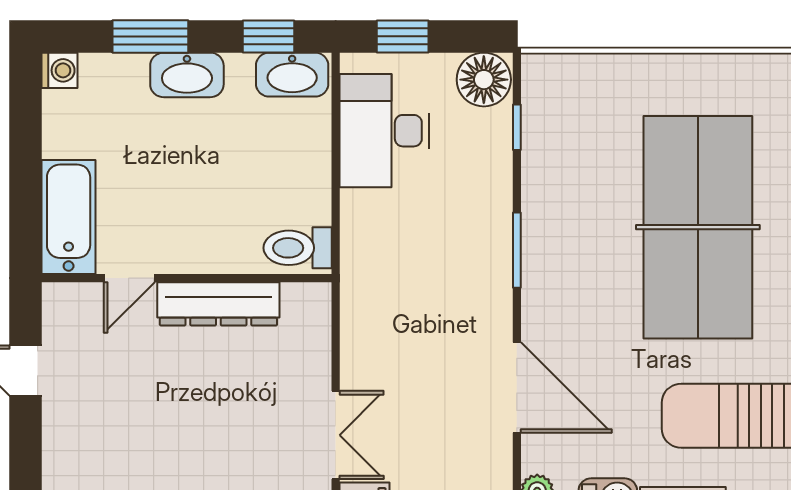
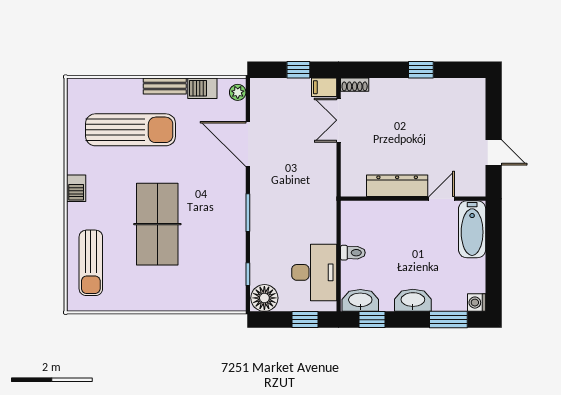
window: (150, 36) -> (448, 320), moved
table tennis table: (698, 227) -> (157, 224), width x0.73, depth x0.76
toilet: (298, 248) -> (353, 253), moved, width x0.73, depth x0.72

